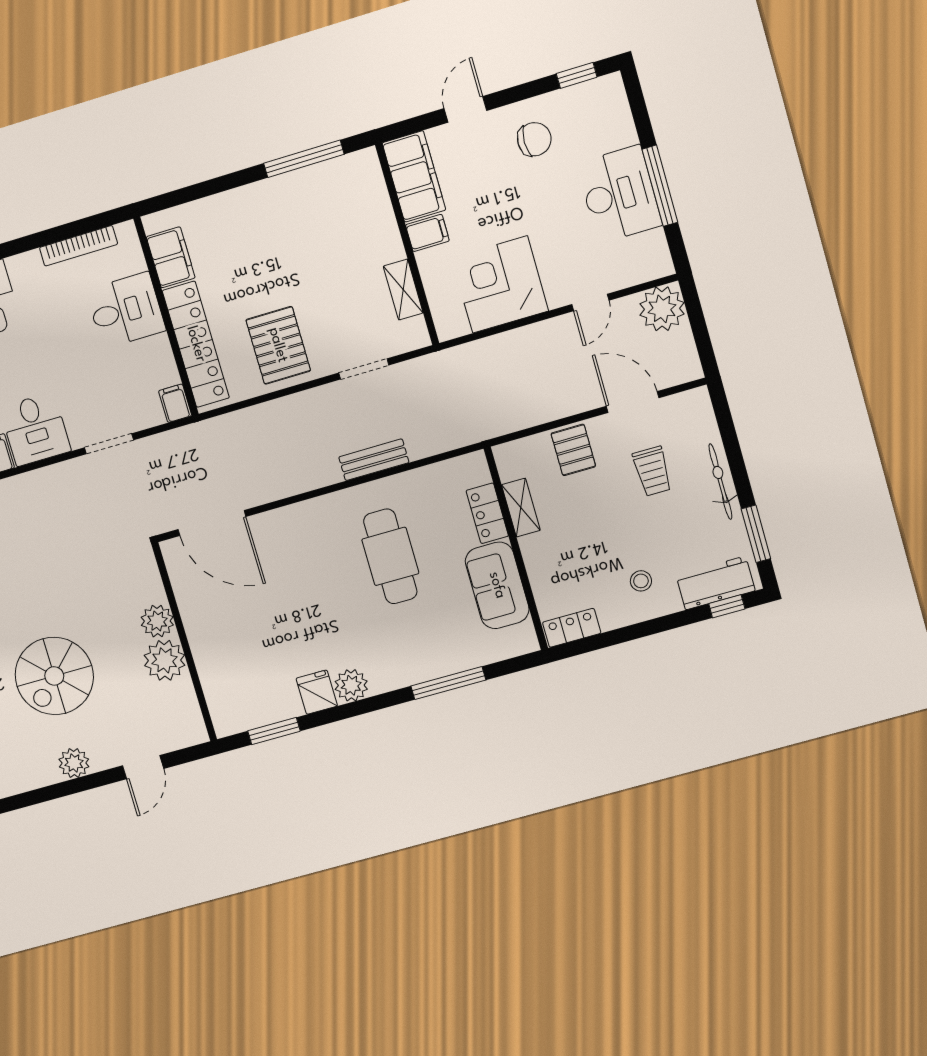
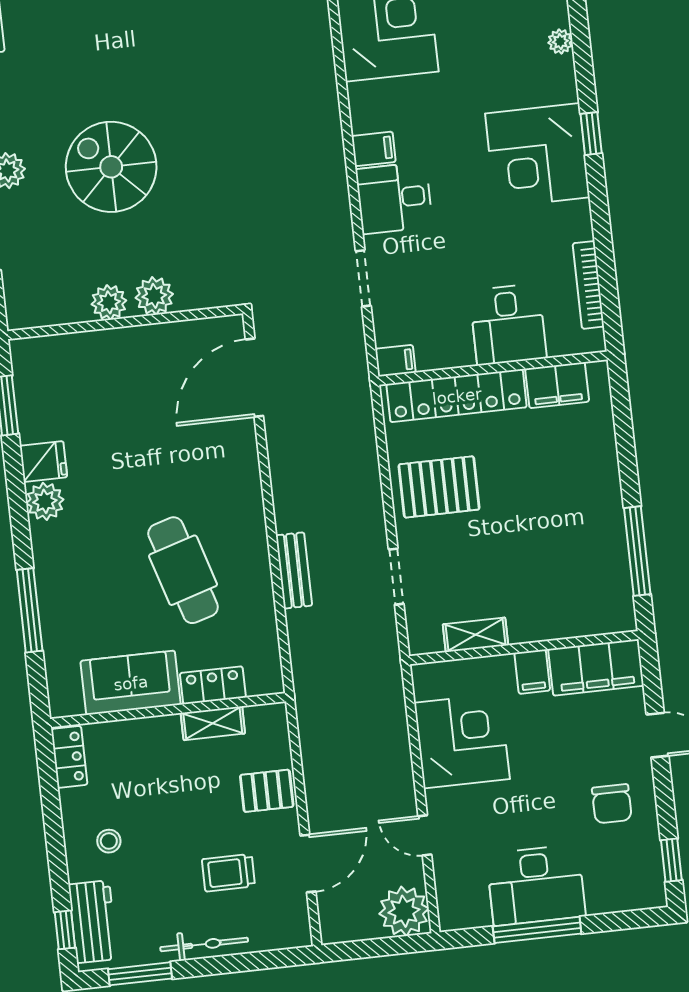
cafe table: (390, 556) -> (183, 570), turned 73
plant: (165, 660) -> (109, 302), width x0.73, depth x0.73

